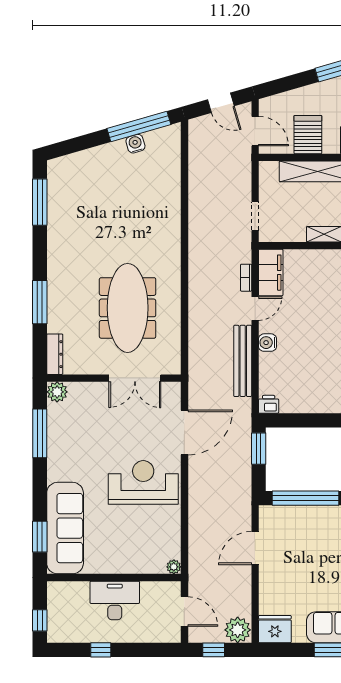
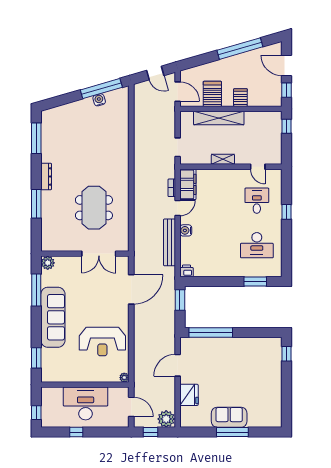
meeting table: (128, 308) -> (94, 208), width x0.73
dresser: (55, 354) -> (46, 176), moved
reception desk: (143, 482) -> (102, 342), moved, turned 180
sofa: (65, 528) -> (53, 317), moved
desk: (115, 600) -> (86, 403), width x1.36, depth x1.30
fridge: (275, 629) -> (189, 395), moved, turned 90

